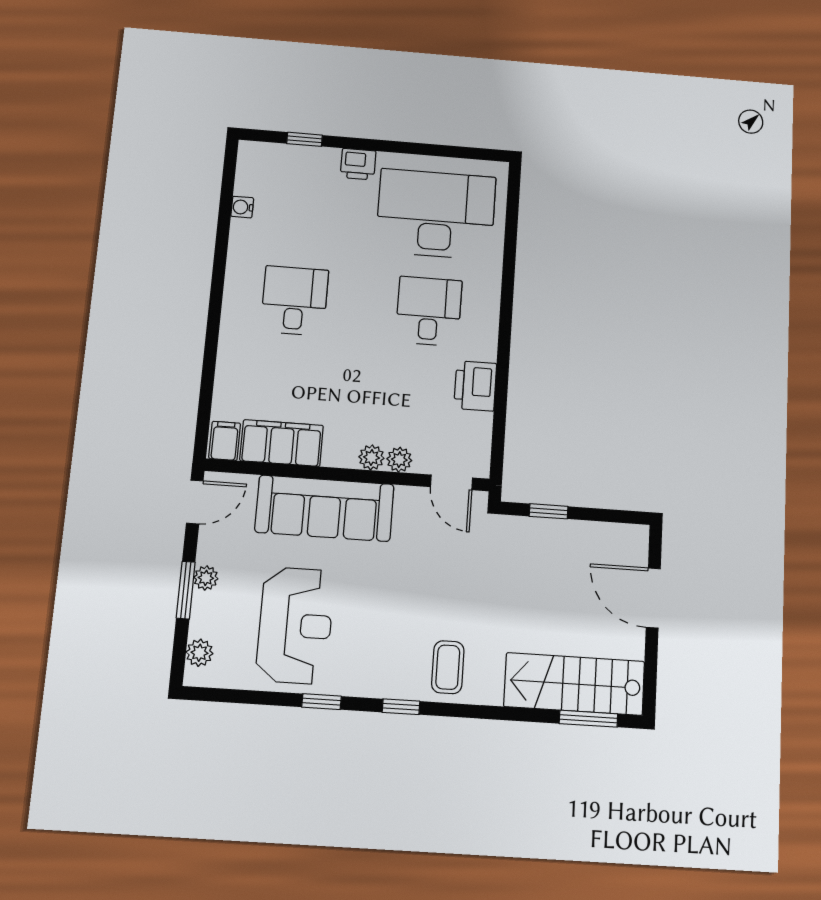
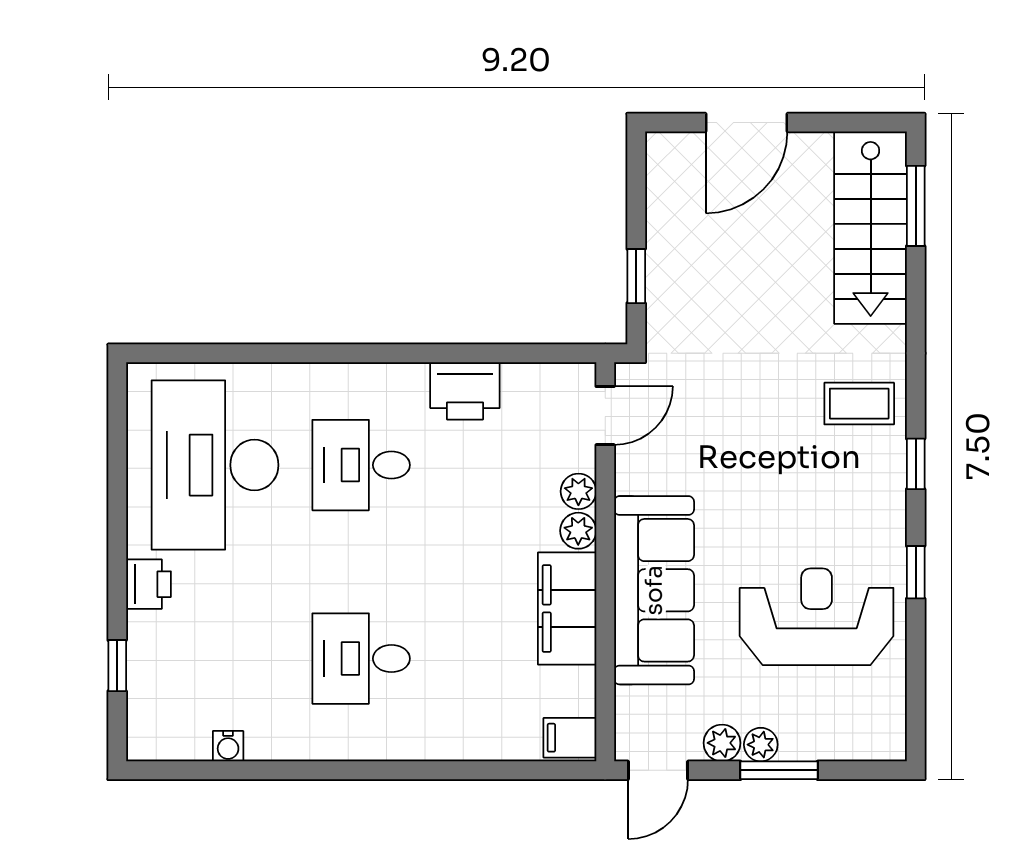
filing cabinet: (282, 443) -> (567, 608), moved
door: (195, 502) -> (658, 770), swing flipped
plant: (199, 653) -> (722, 743), moved

